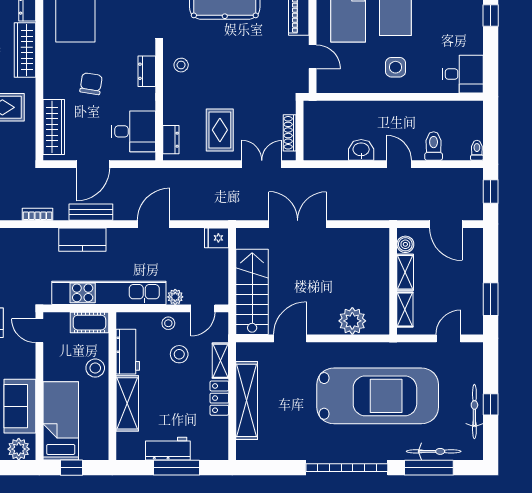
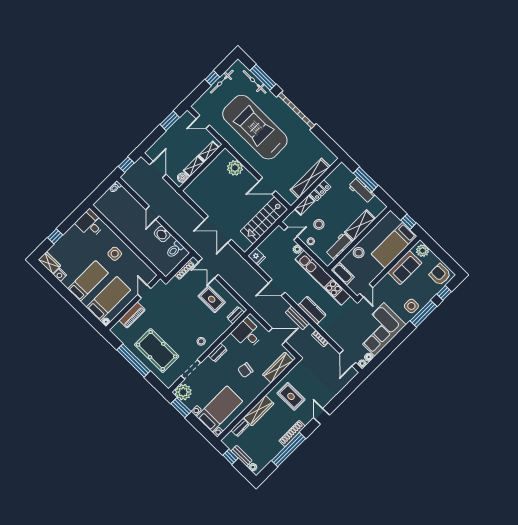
rug: (220, 130) -> (212, 299), turned 90
toilet: (434, 146) -> (175, 249), moved

